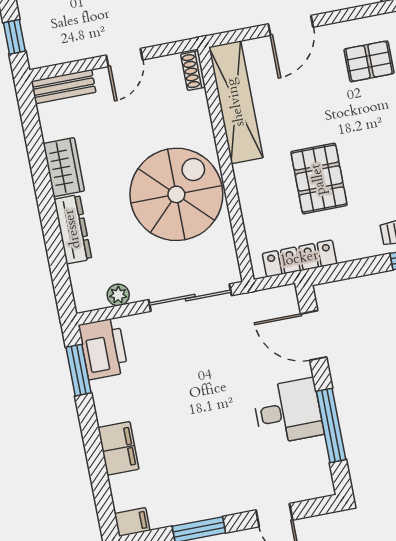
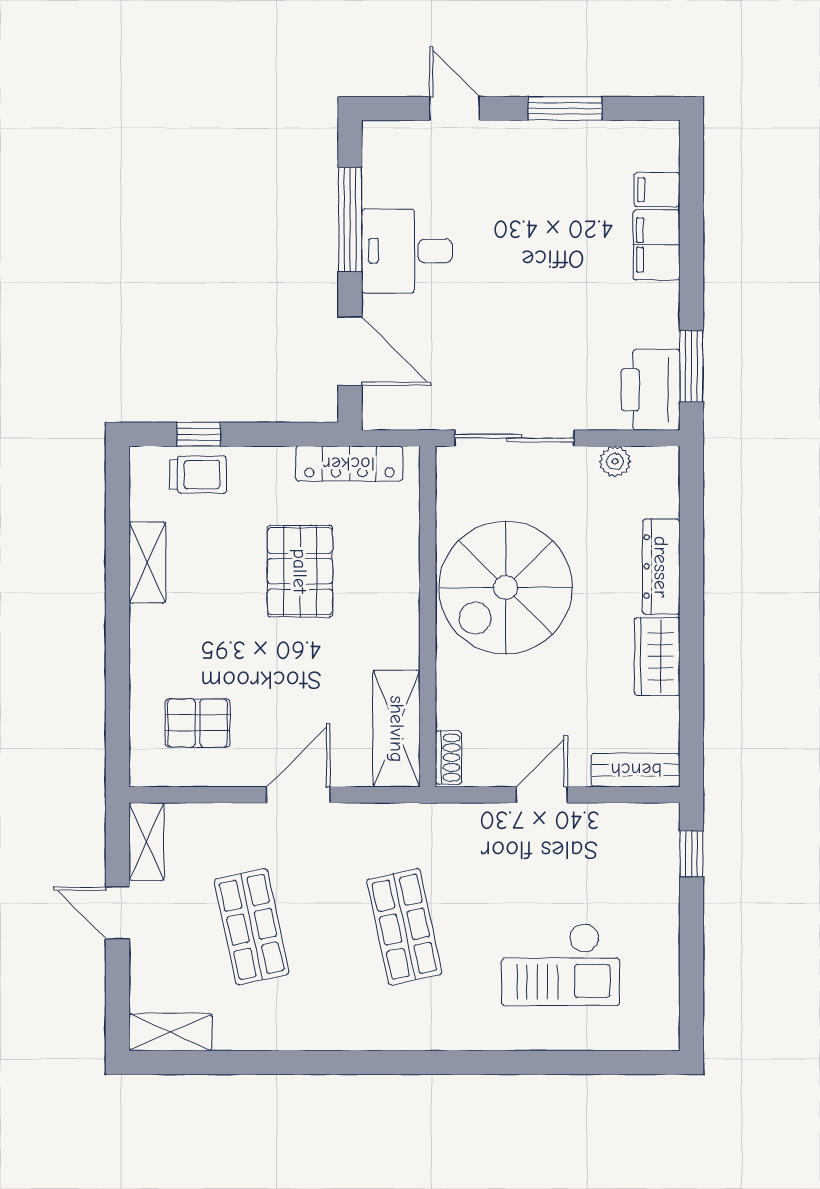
shelving: (236, 102) -> (397, 729), width x0.68
filing cabinet: (132, 522) -> (657, 190), moved

